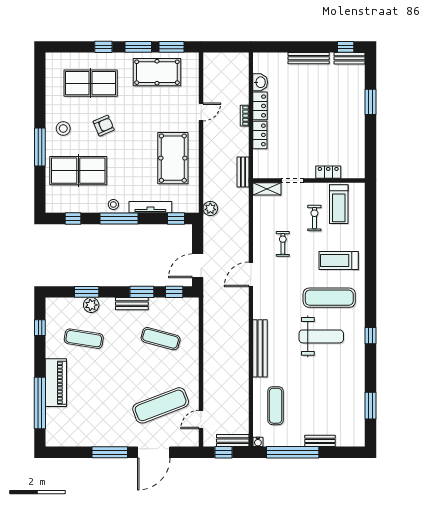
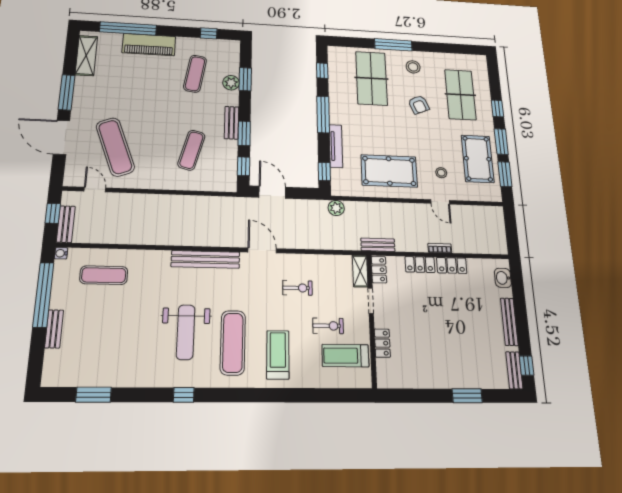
washbasin: (260, 82) -> (503, 278), moved, turned 90
locker: (265, 172) -> (379, 270), added
stool: (113, 204) -> (441, 173), moved
bench: (260, 348) -> (206, 259), moved
shelving: (71, 439) -> (86, 56), added

